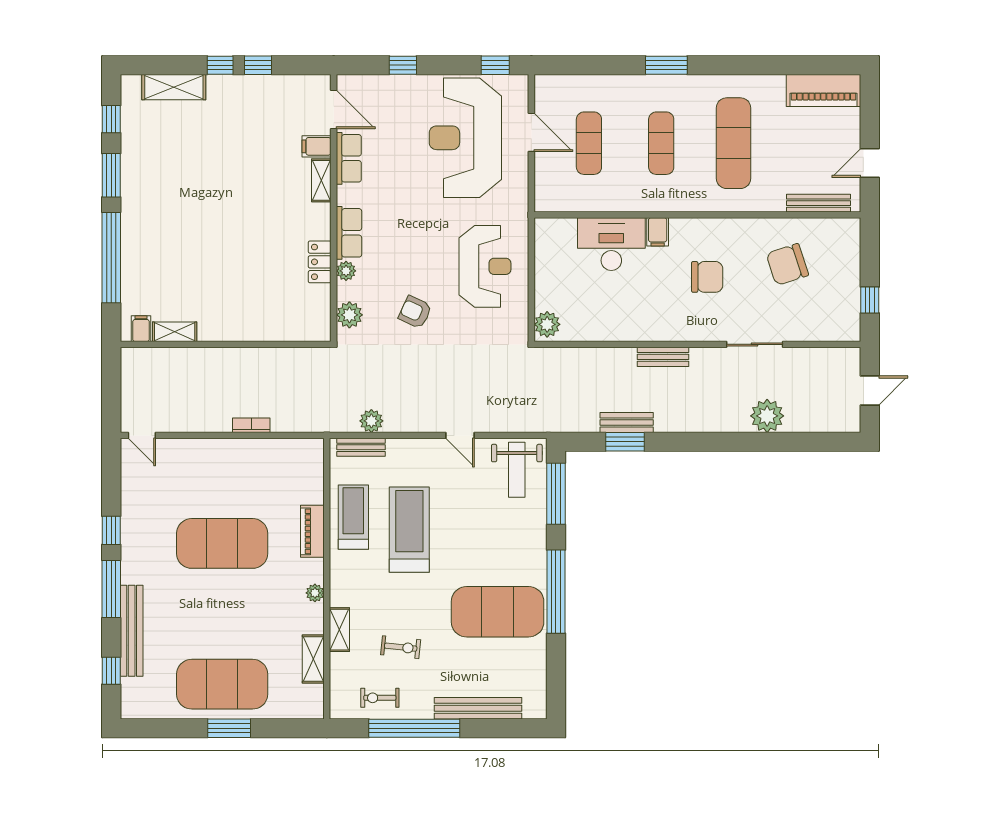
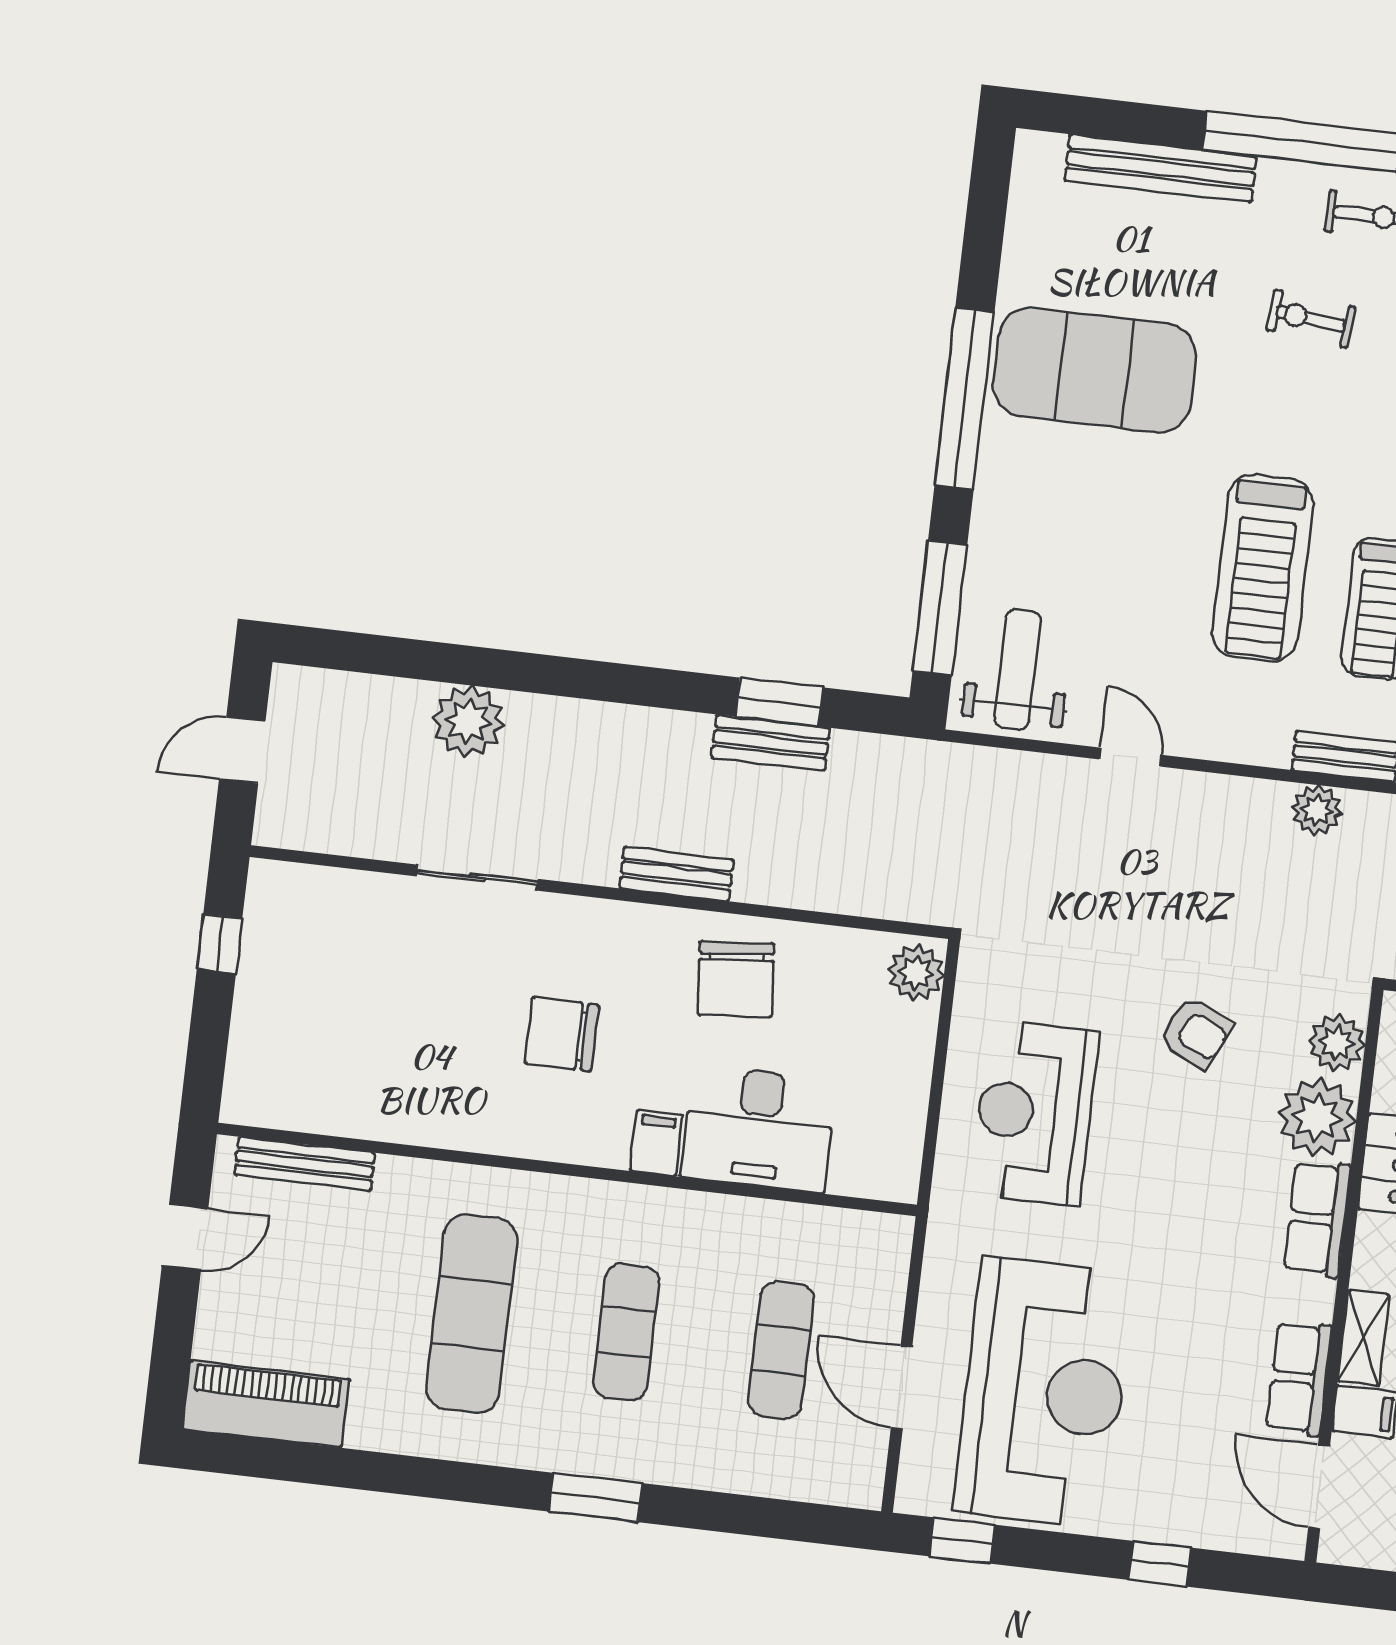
chair: (787, 264) -> (736, 979), moved, turned 103
plant: (346, 271) -> (1317, 1117), width x1.88, depth x1.88

